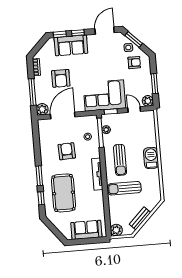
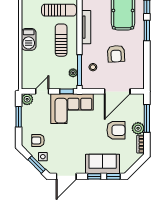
armchair: (61, 78) -> (116, 130), turned 90
plant: (42, 109) -> (138, 128), moved
door: (134, 110) -> (42, 91), swing flipped

